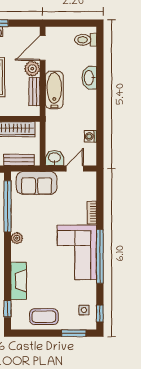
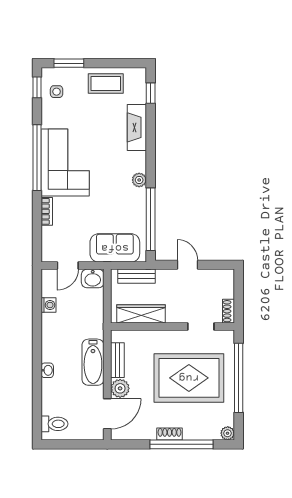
washbasin: (89, 78) -> (47, 370), width x0.52, depth x0.69

